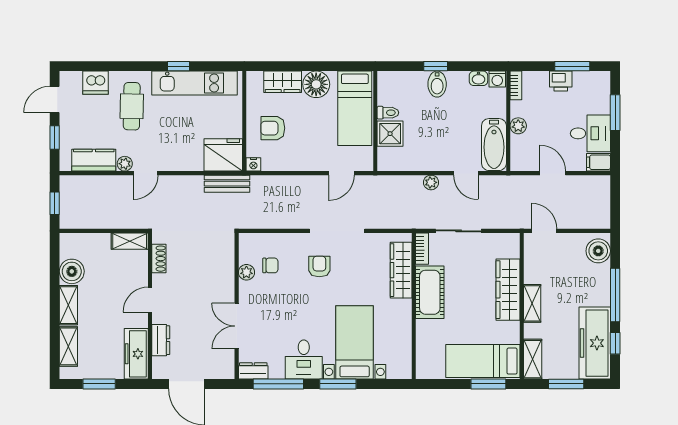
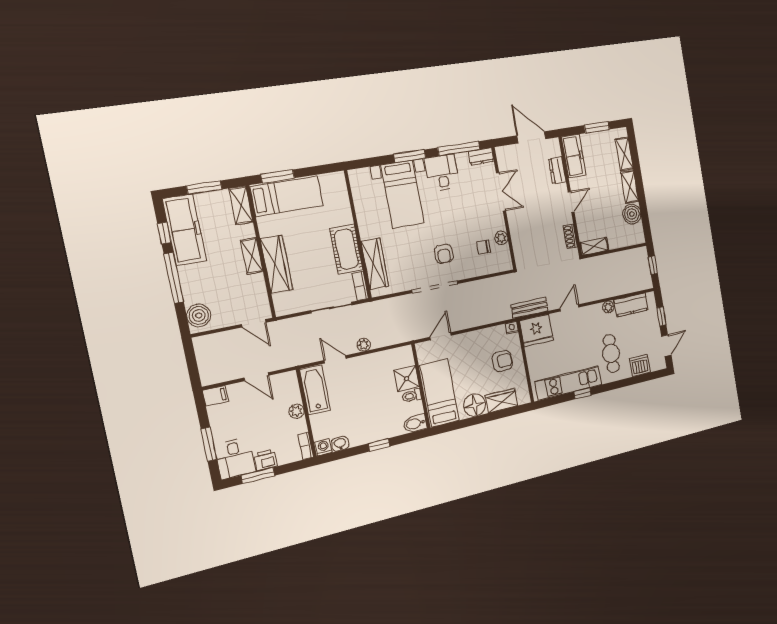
bidet: (437, 84) -> (415, 424), moved, turned -90
desk: (590, 133) -> (235, 458), moved, turned -90
door: (146, 173) -> (570, 308), moved

